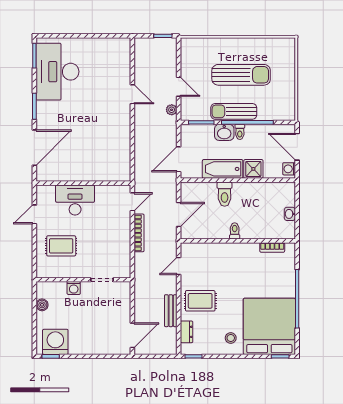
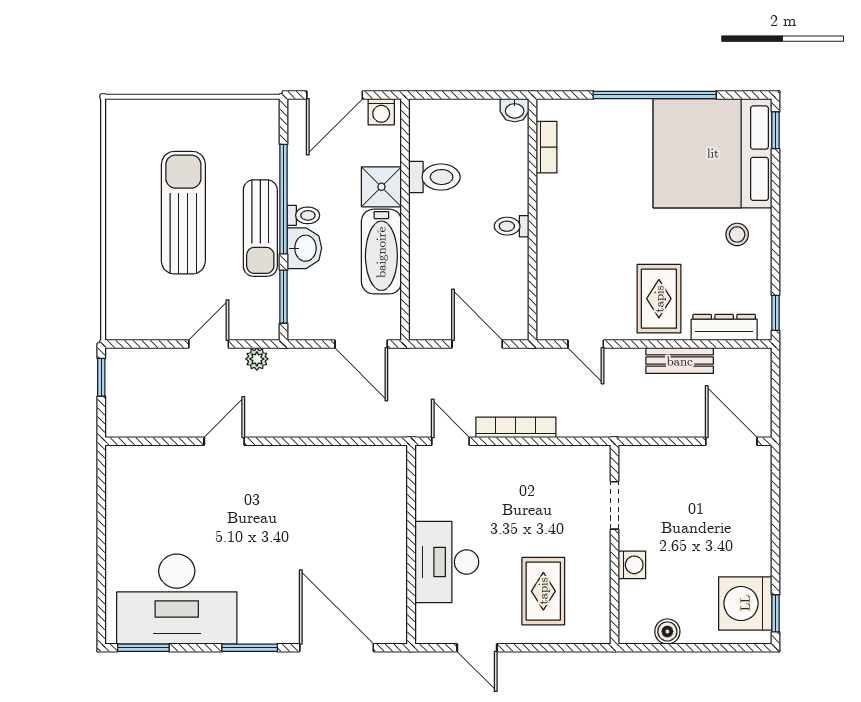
toilet: (225, 194) -> (434, 177), moved
washbasin: (290, 214) -> (515, 110), moved
dresser: (187, 332) -> (724, 327), width x1.44

